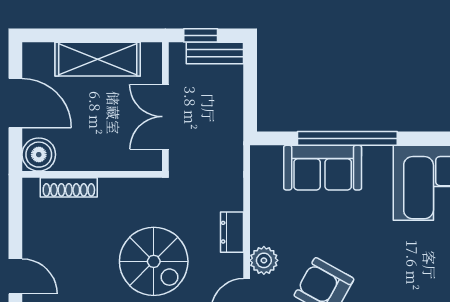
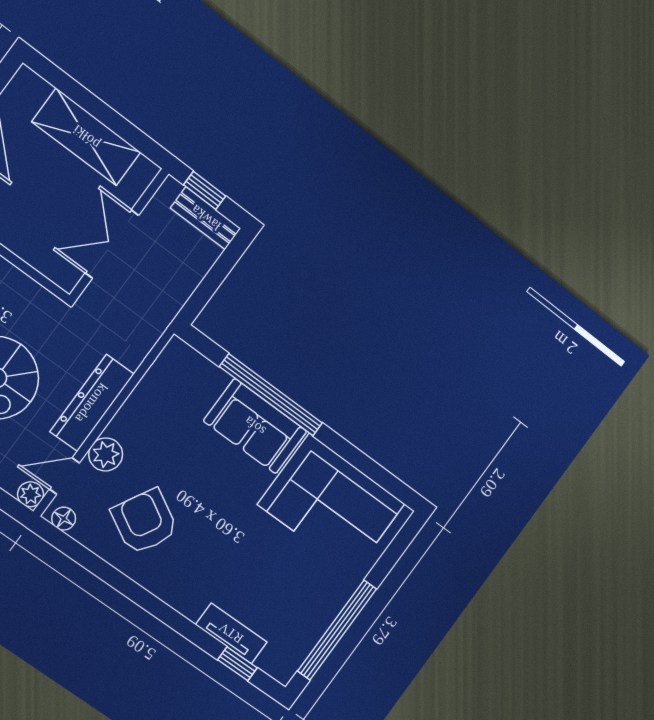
sofa: (323, 168) -> (255, 426), moved
dresser: (232, 232) -> (92, 403), width x1.96, depth x1.24

